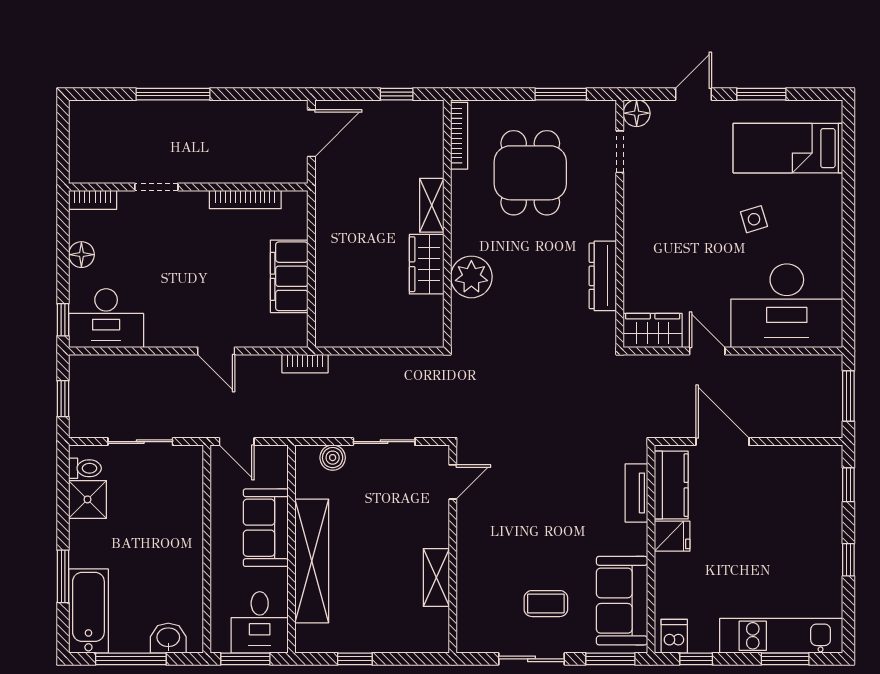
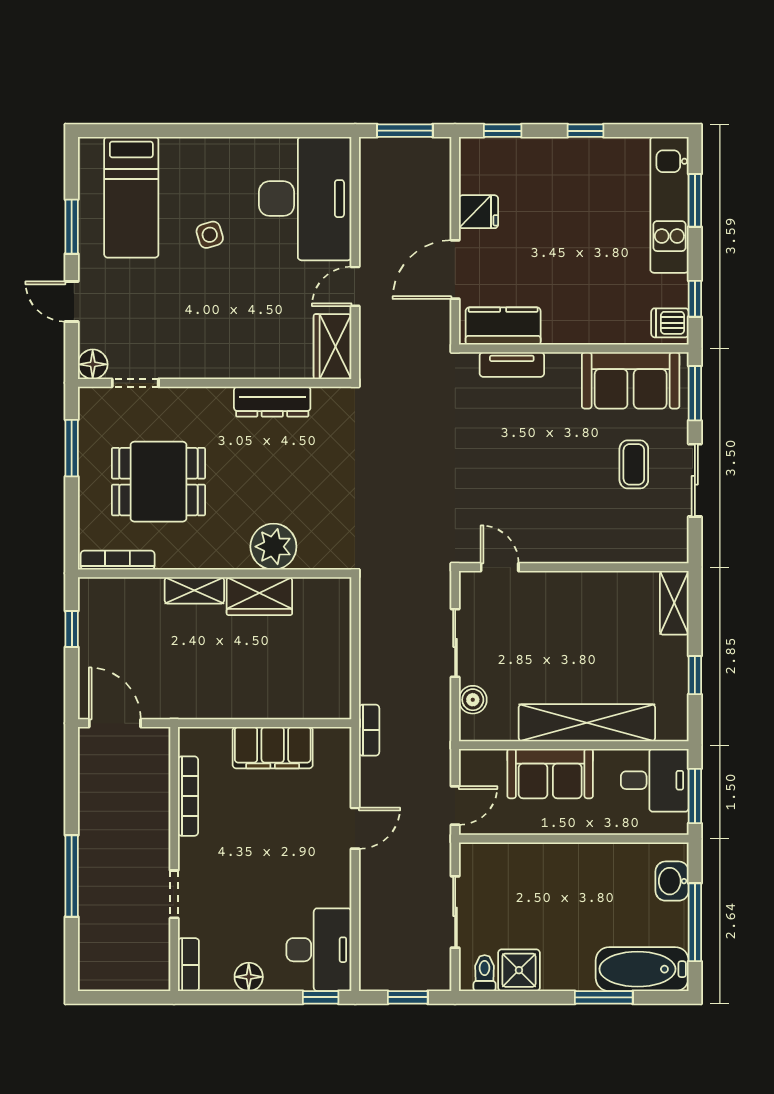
fridge: (672, 536) -> (478, 212), moved, turned 90
shelving: (436, 577) -> (674, 603), moved, turned 90

